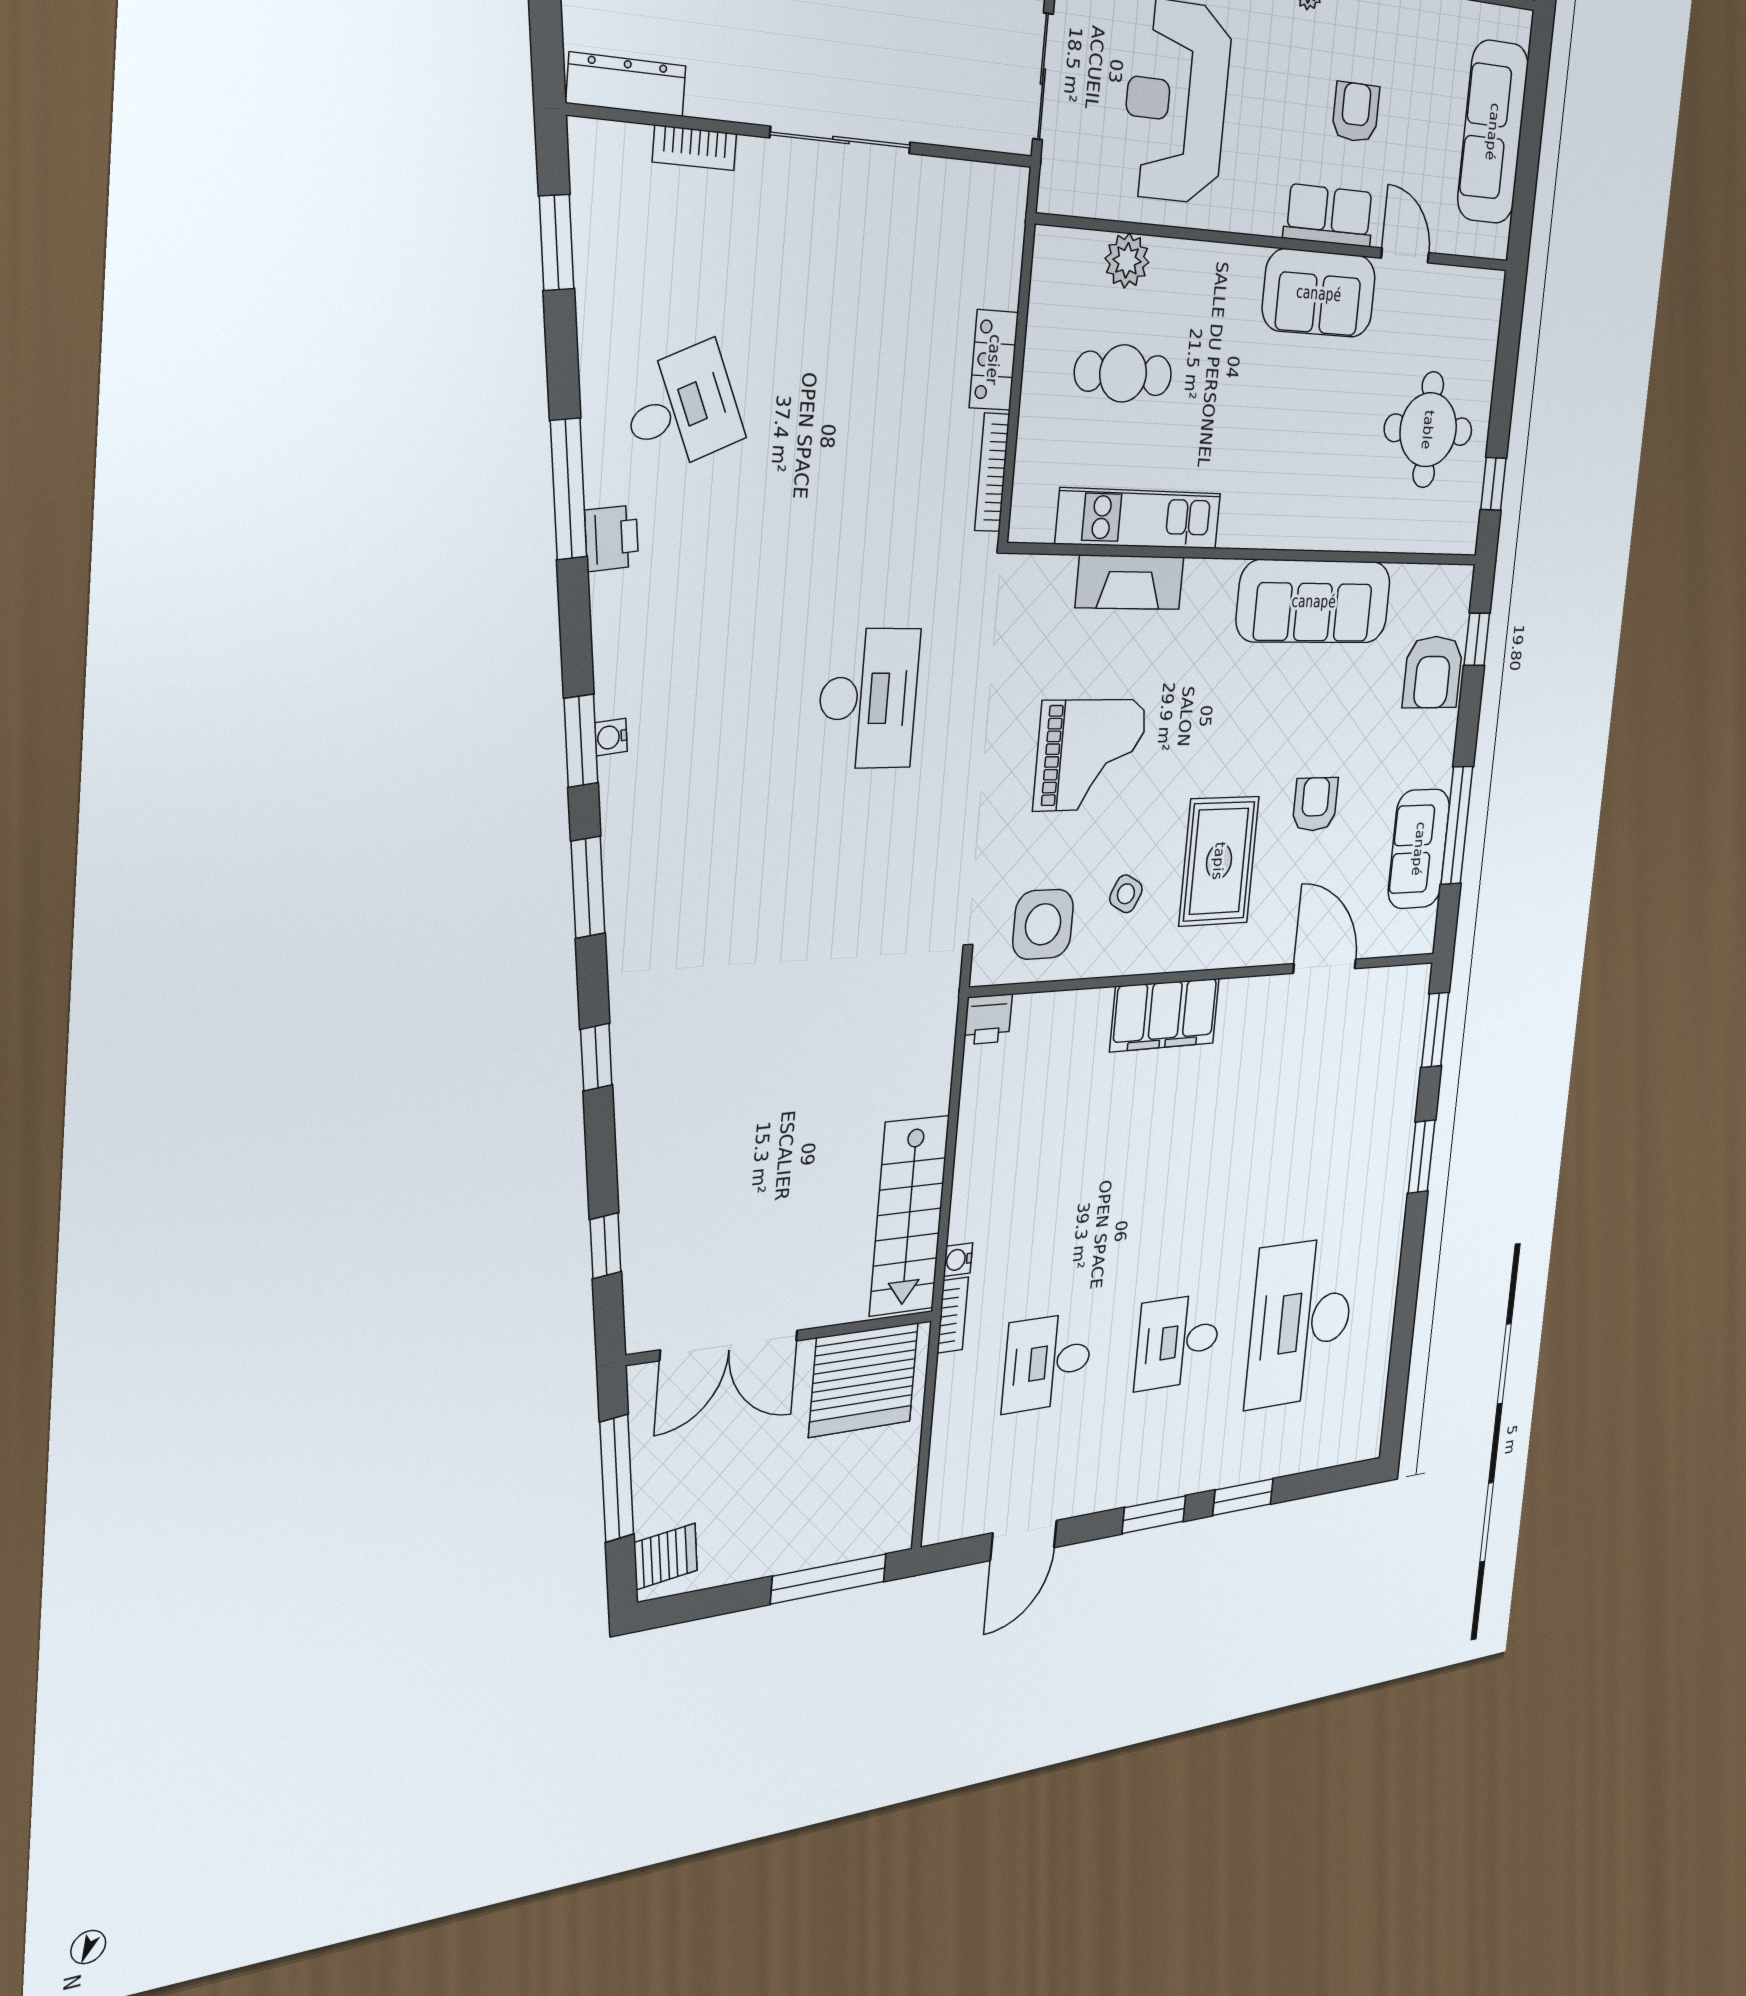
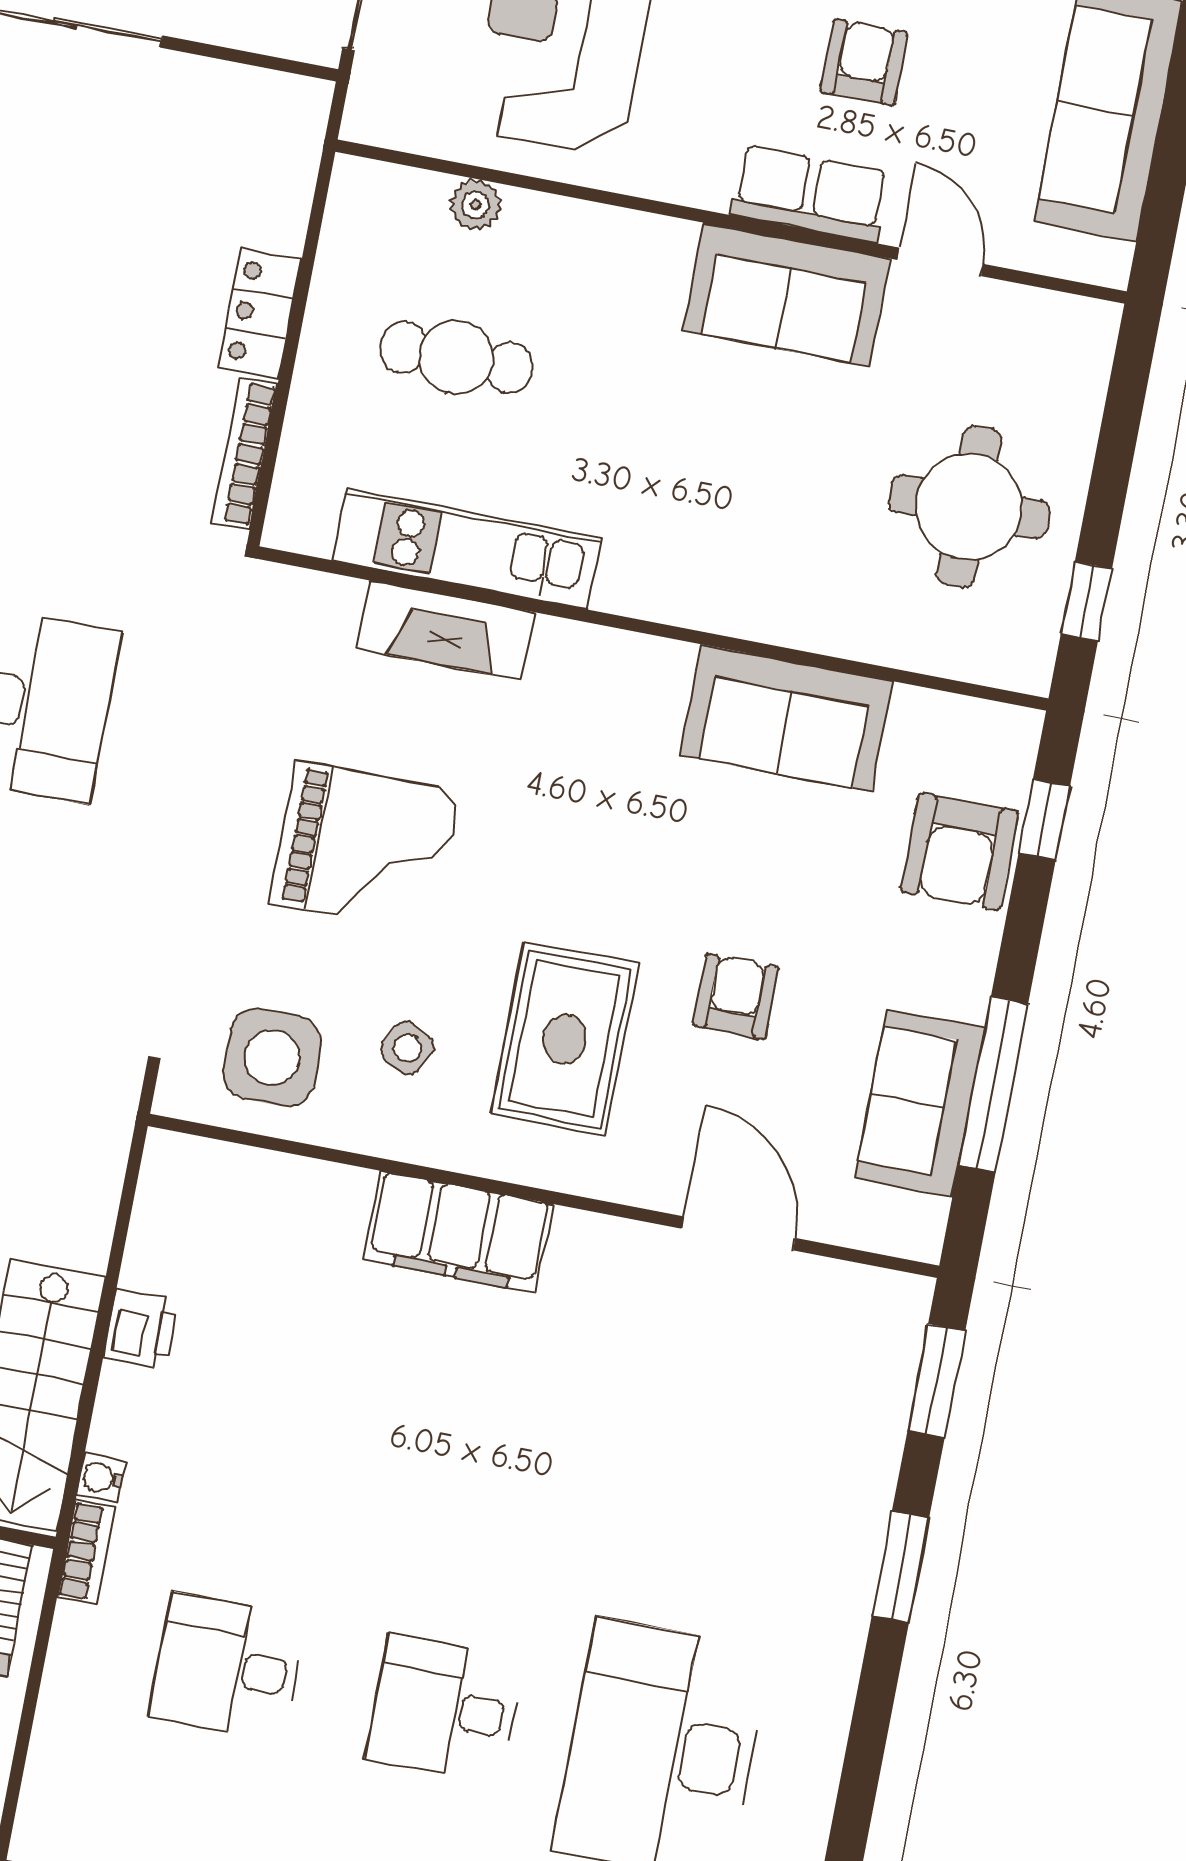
plant: (1127, 260) -> (476, 205), width x0.73, depth x0.73
sofa: (1314, 601) -> (786, 718), width x0.73
printer: (988, 1019) -> (141, 1328), moved, turned -90

